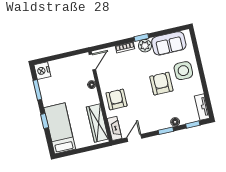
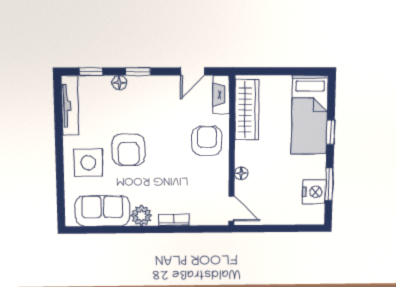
window: (141, 38) -> (144, 229), removed
door: (92, 62) -> (231, 209), swing flipped
nightstand: (42, 71) -> (314, 192), moved
armchair: (116, 99) -> (207, 141), turned 180
tv unit: (202, 107) -> (70, 106), width x1.41

